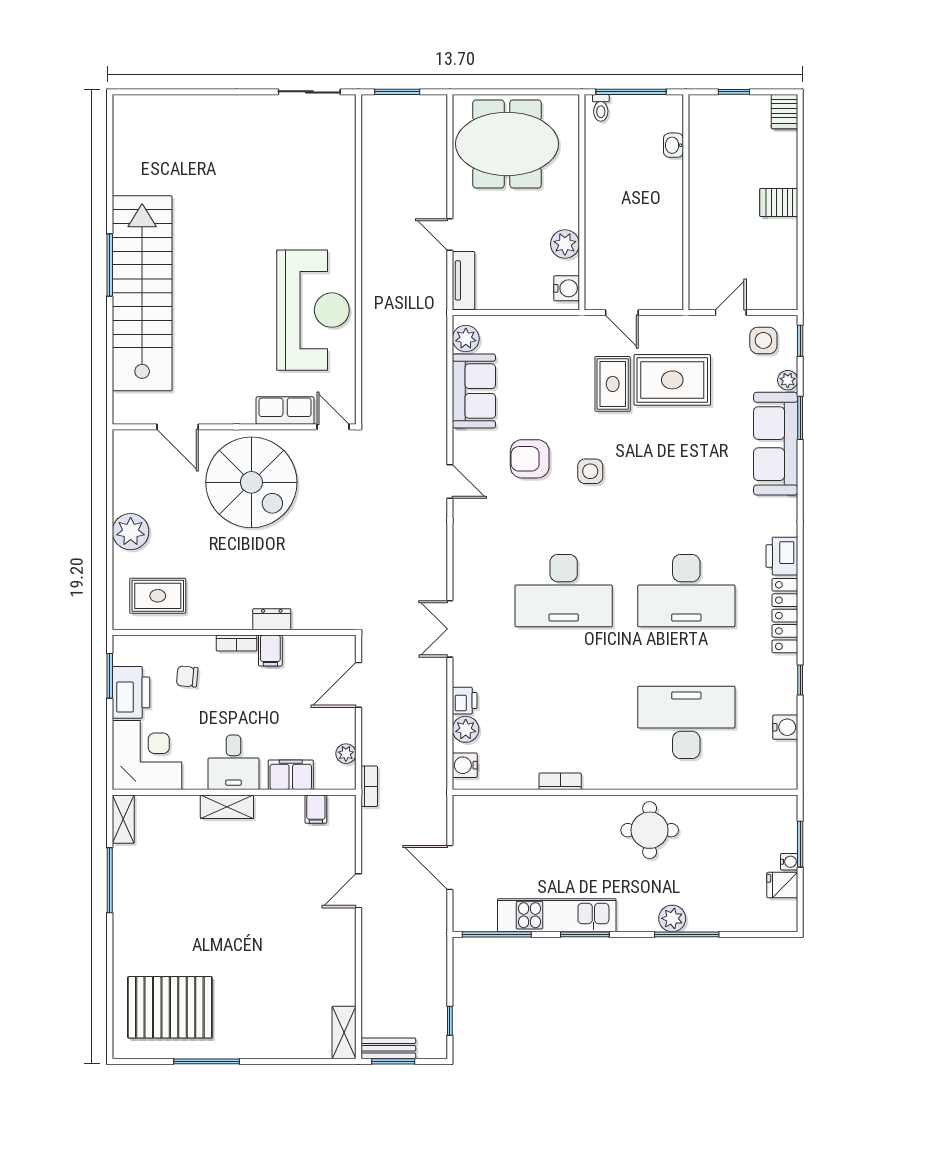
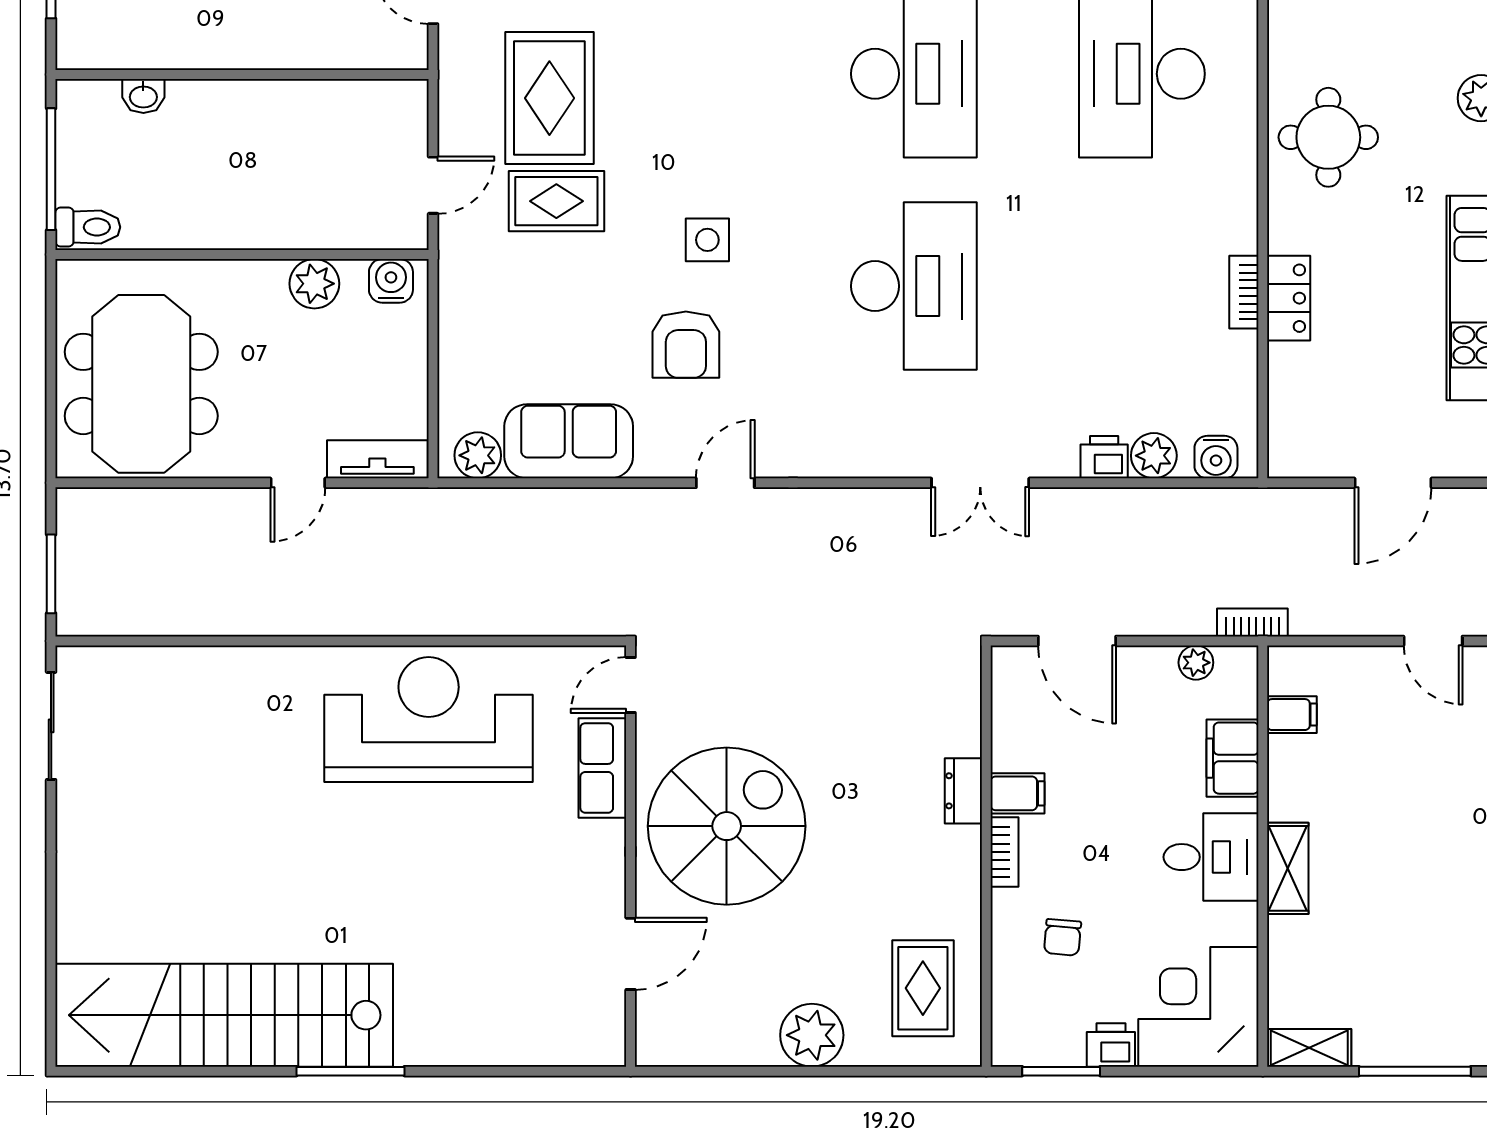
toilet: (601, 108) -> (88, 227), width x1.37, depth x1.39
stairs: (142, 293) -> (224, 1015), moved
printer: (131, 692) -> (1111, 1045), width x0.53, depth x0.68
locker: (557, 807) -> (1289, 298), added

